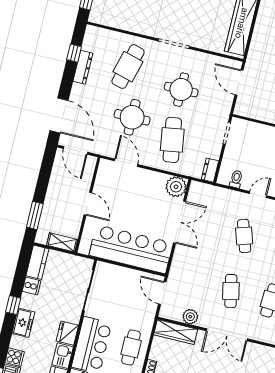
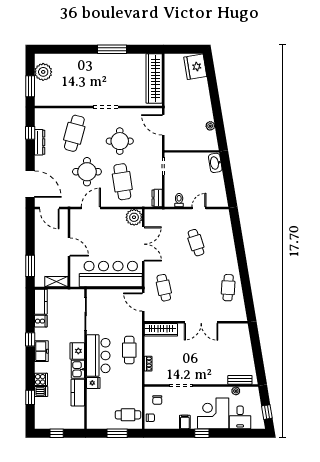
door: (126, 163) -> (91, 208), hinge flipped
cafe table: (231, 291) -> (164, 288), moved
plant: (190, 317) -> (169, 315), removed

